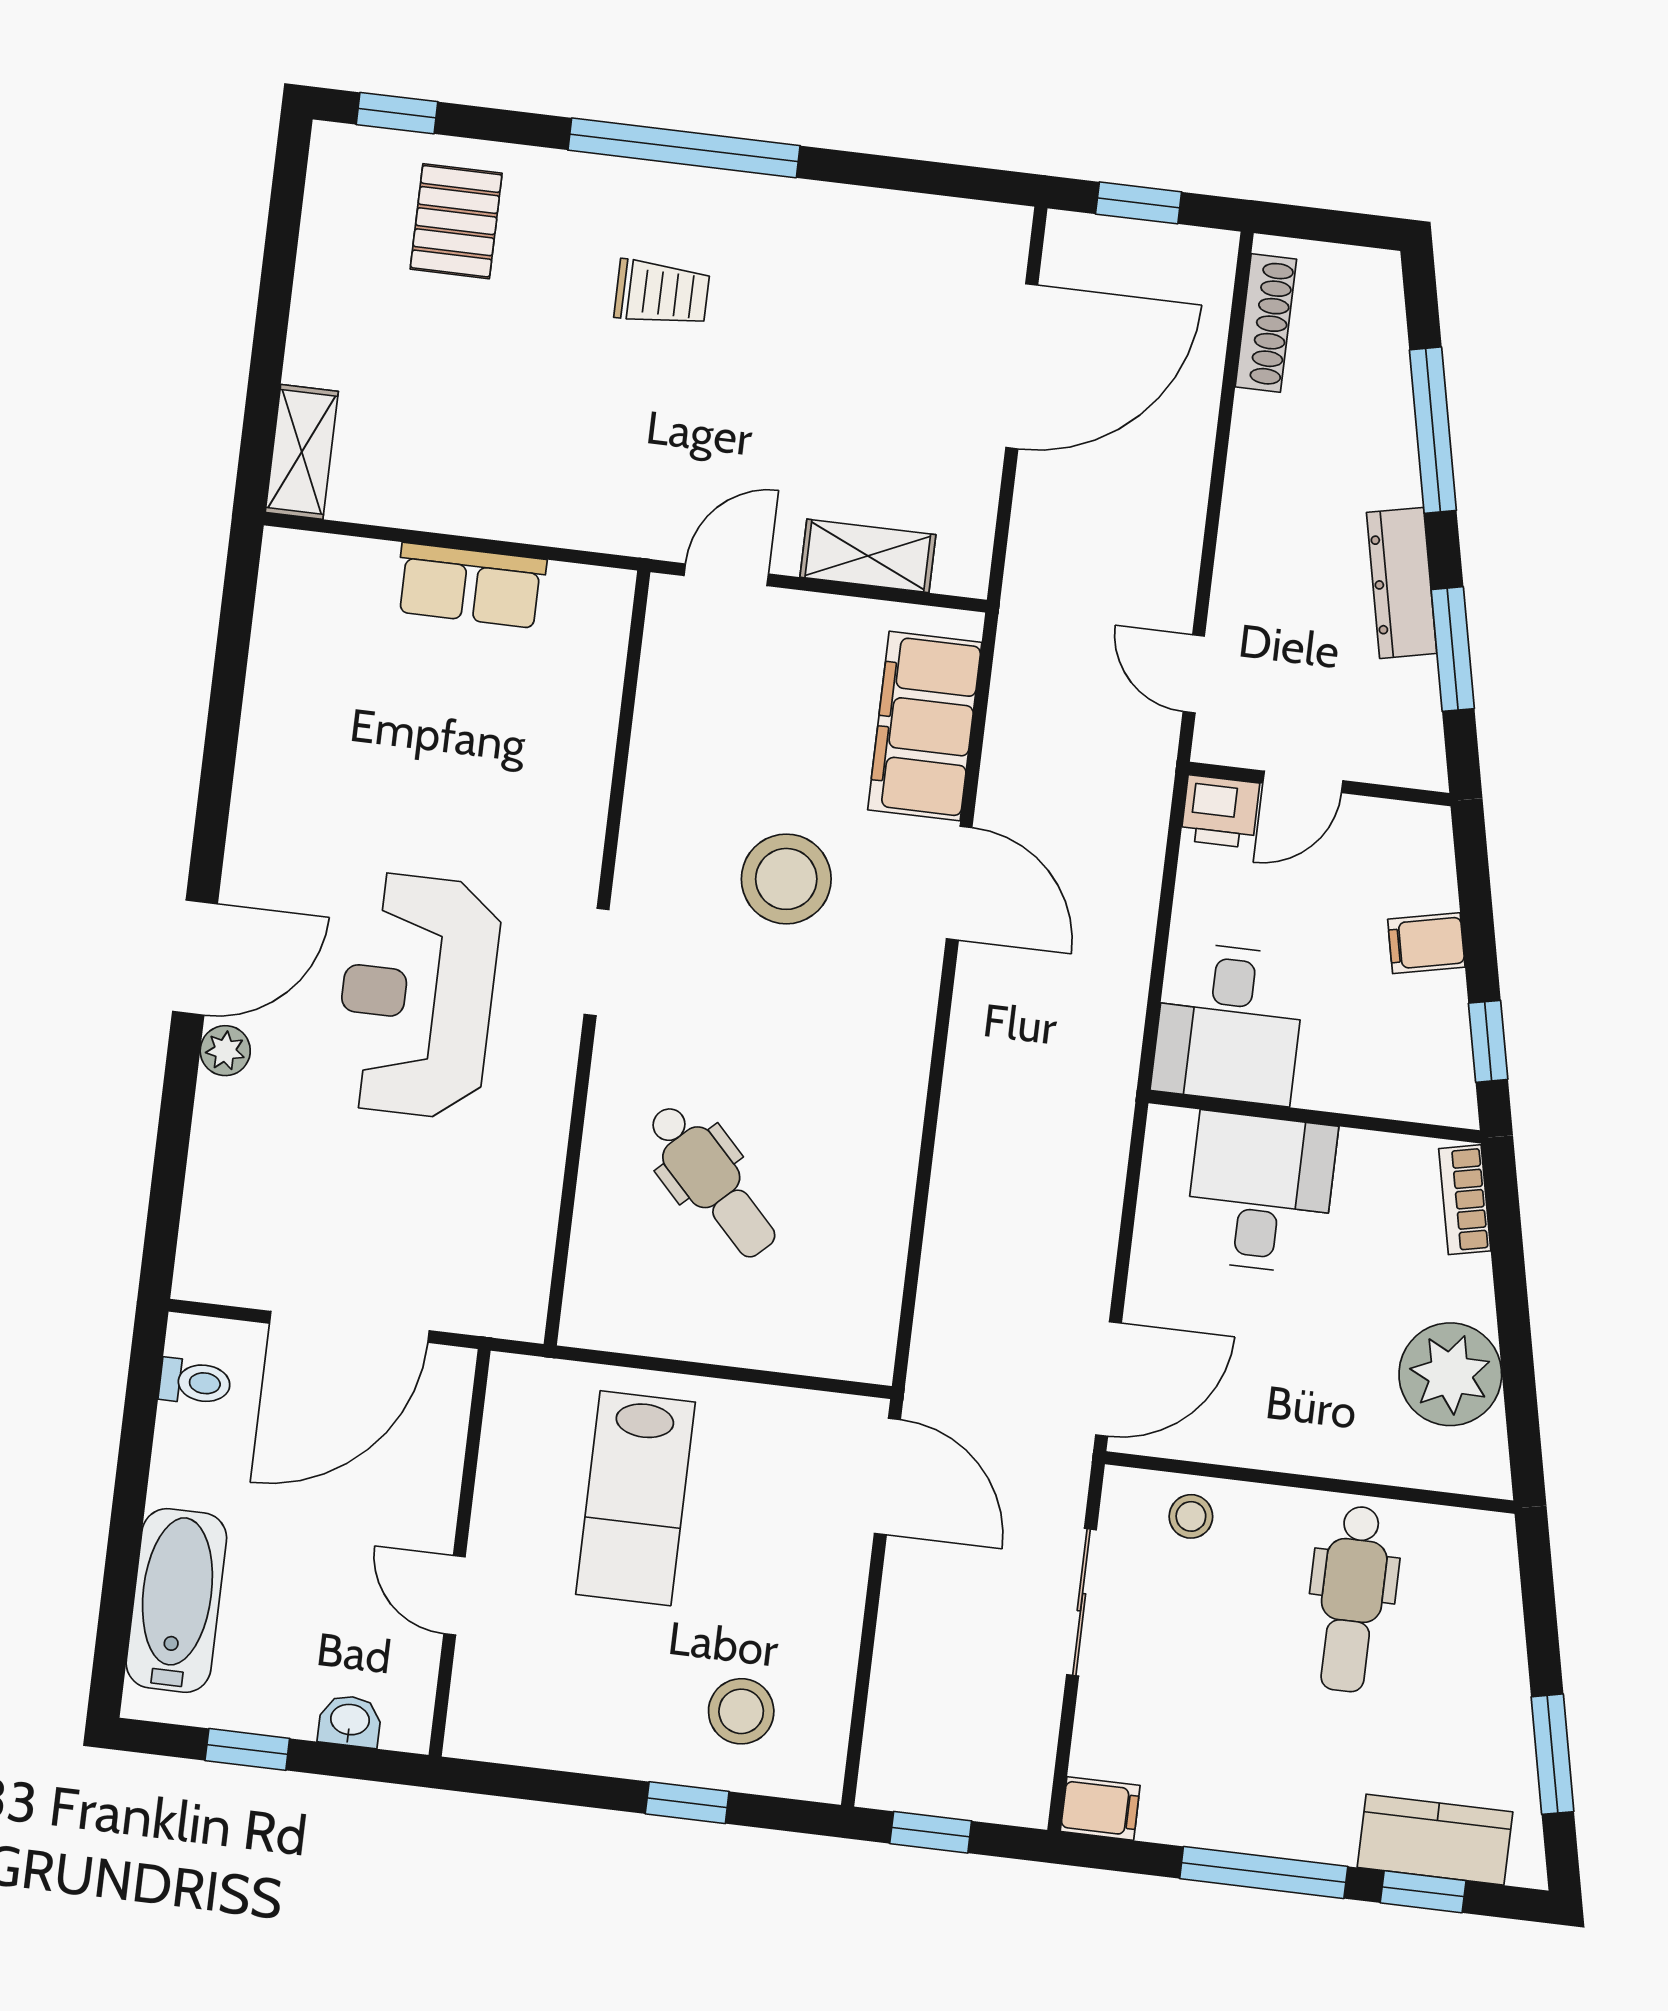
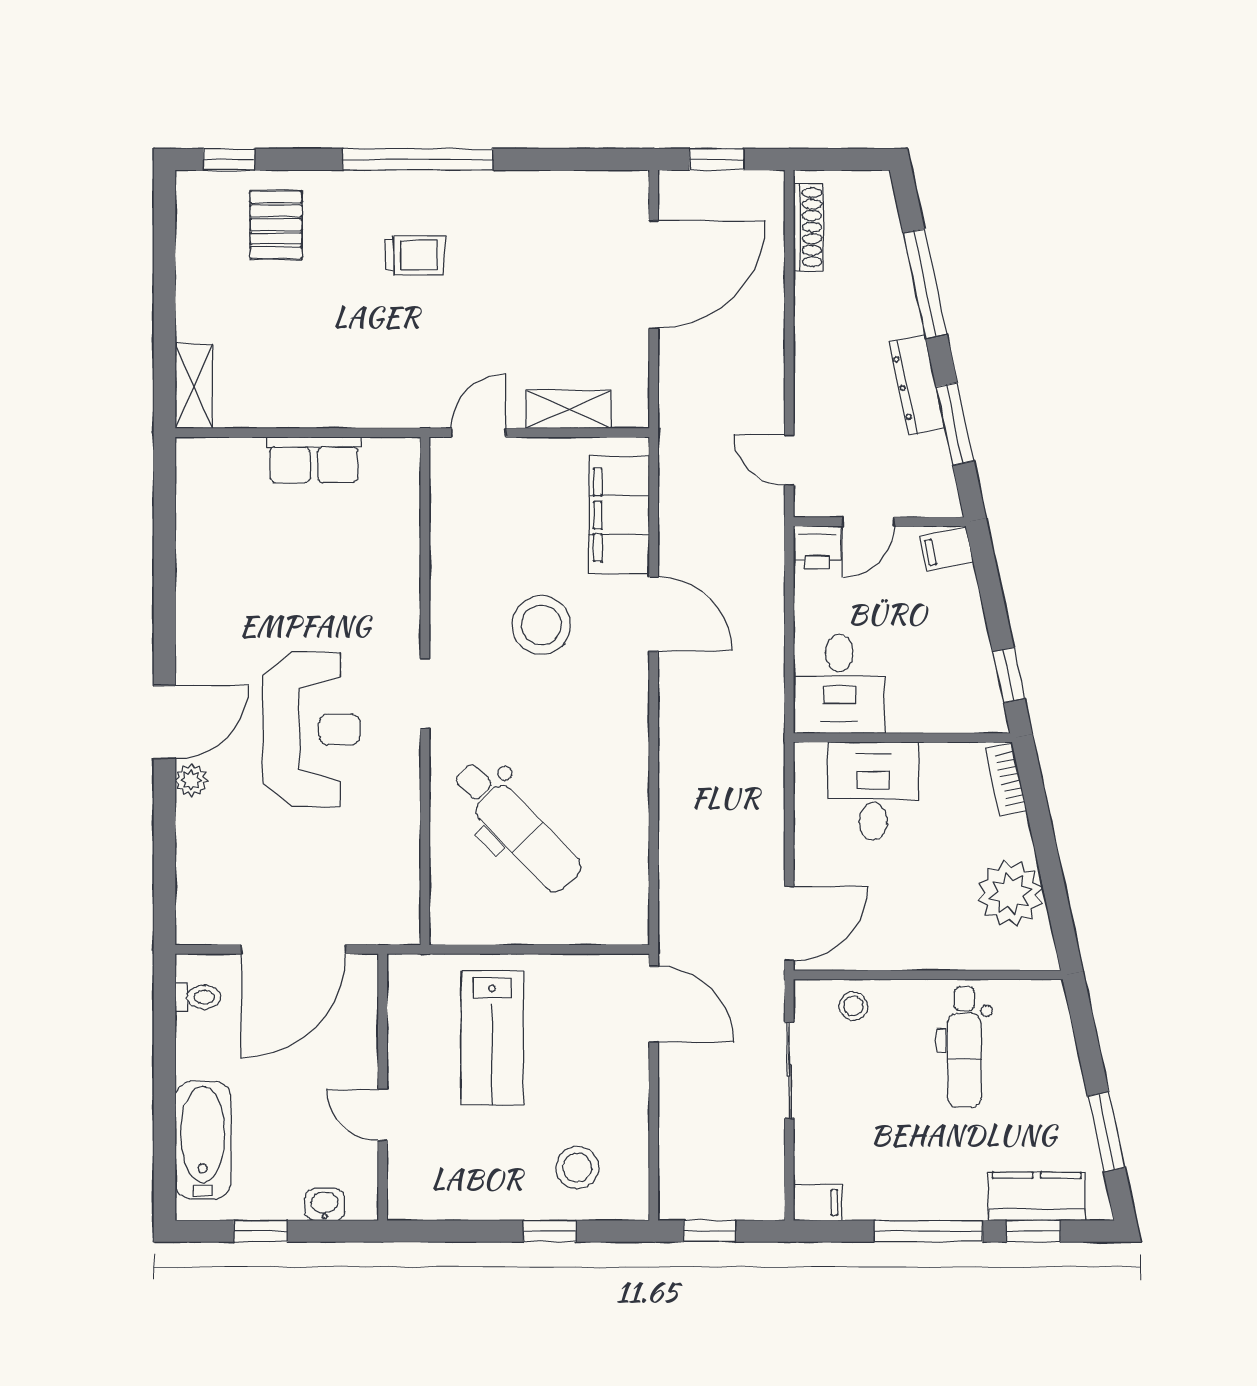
filing cabinet: (1426, 943) -> (947, 549), moved
reception desk: (417, 996) -> (311, 729), turned 180
dental chair: (712, 1181) -> (517, 826), width x1.36, depth x1.38

